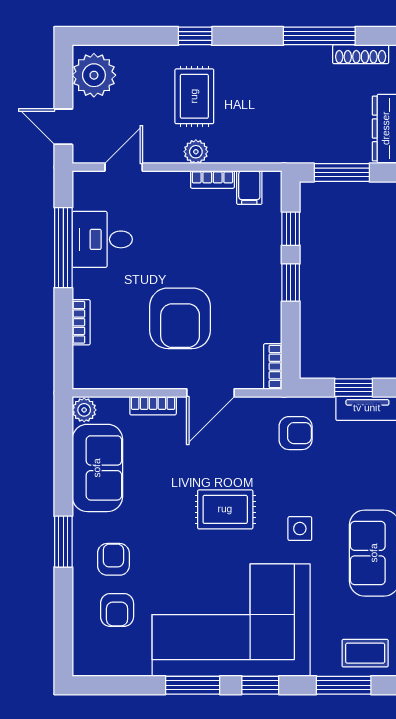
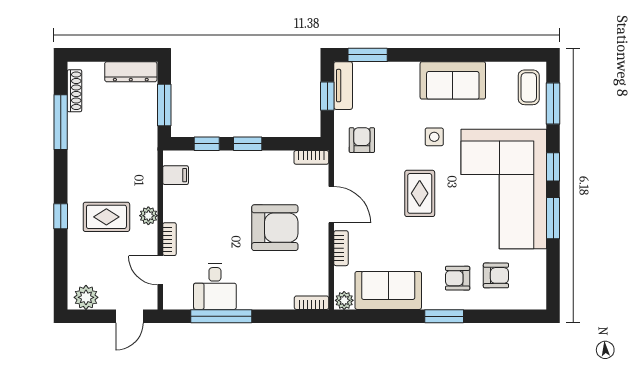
plant: (94, 75) -> (86, 297), width x0.73, depth x0.73
bookcase: (212, 179) -> (170, 239), moved
bookcase: (81, 322) -> (312, 303), moved

